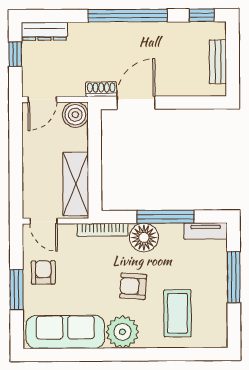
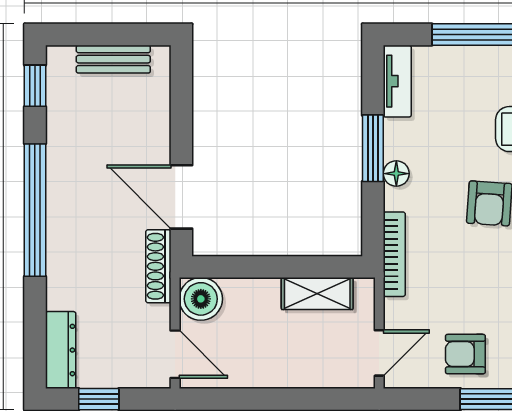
shoe rack: (101, 89) -> (158, 266), width x1.43
shelving: (76, 184) -> (317, 293), width x0.67, depth x0.75
window: (166, 217) -> (373, 148), width x0.69
floor lamp: (144, 238) -> (396, 174), width x0.53, depth x0.53

